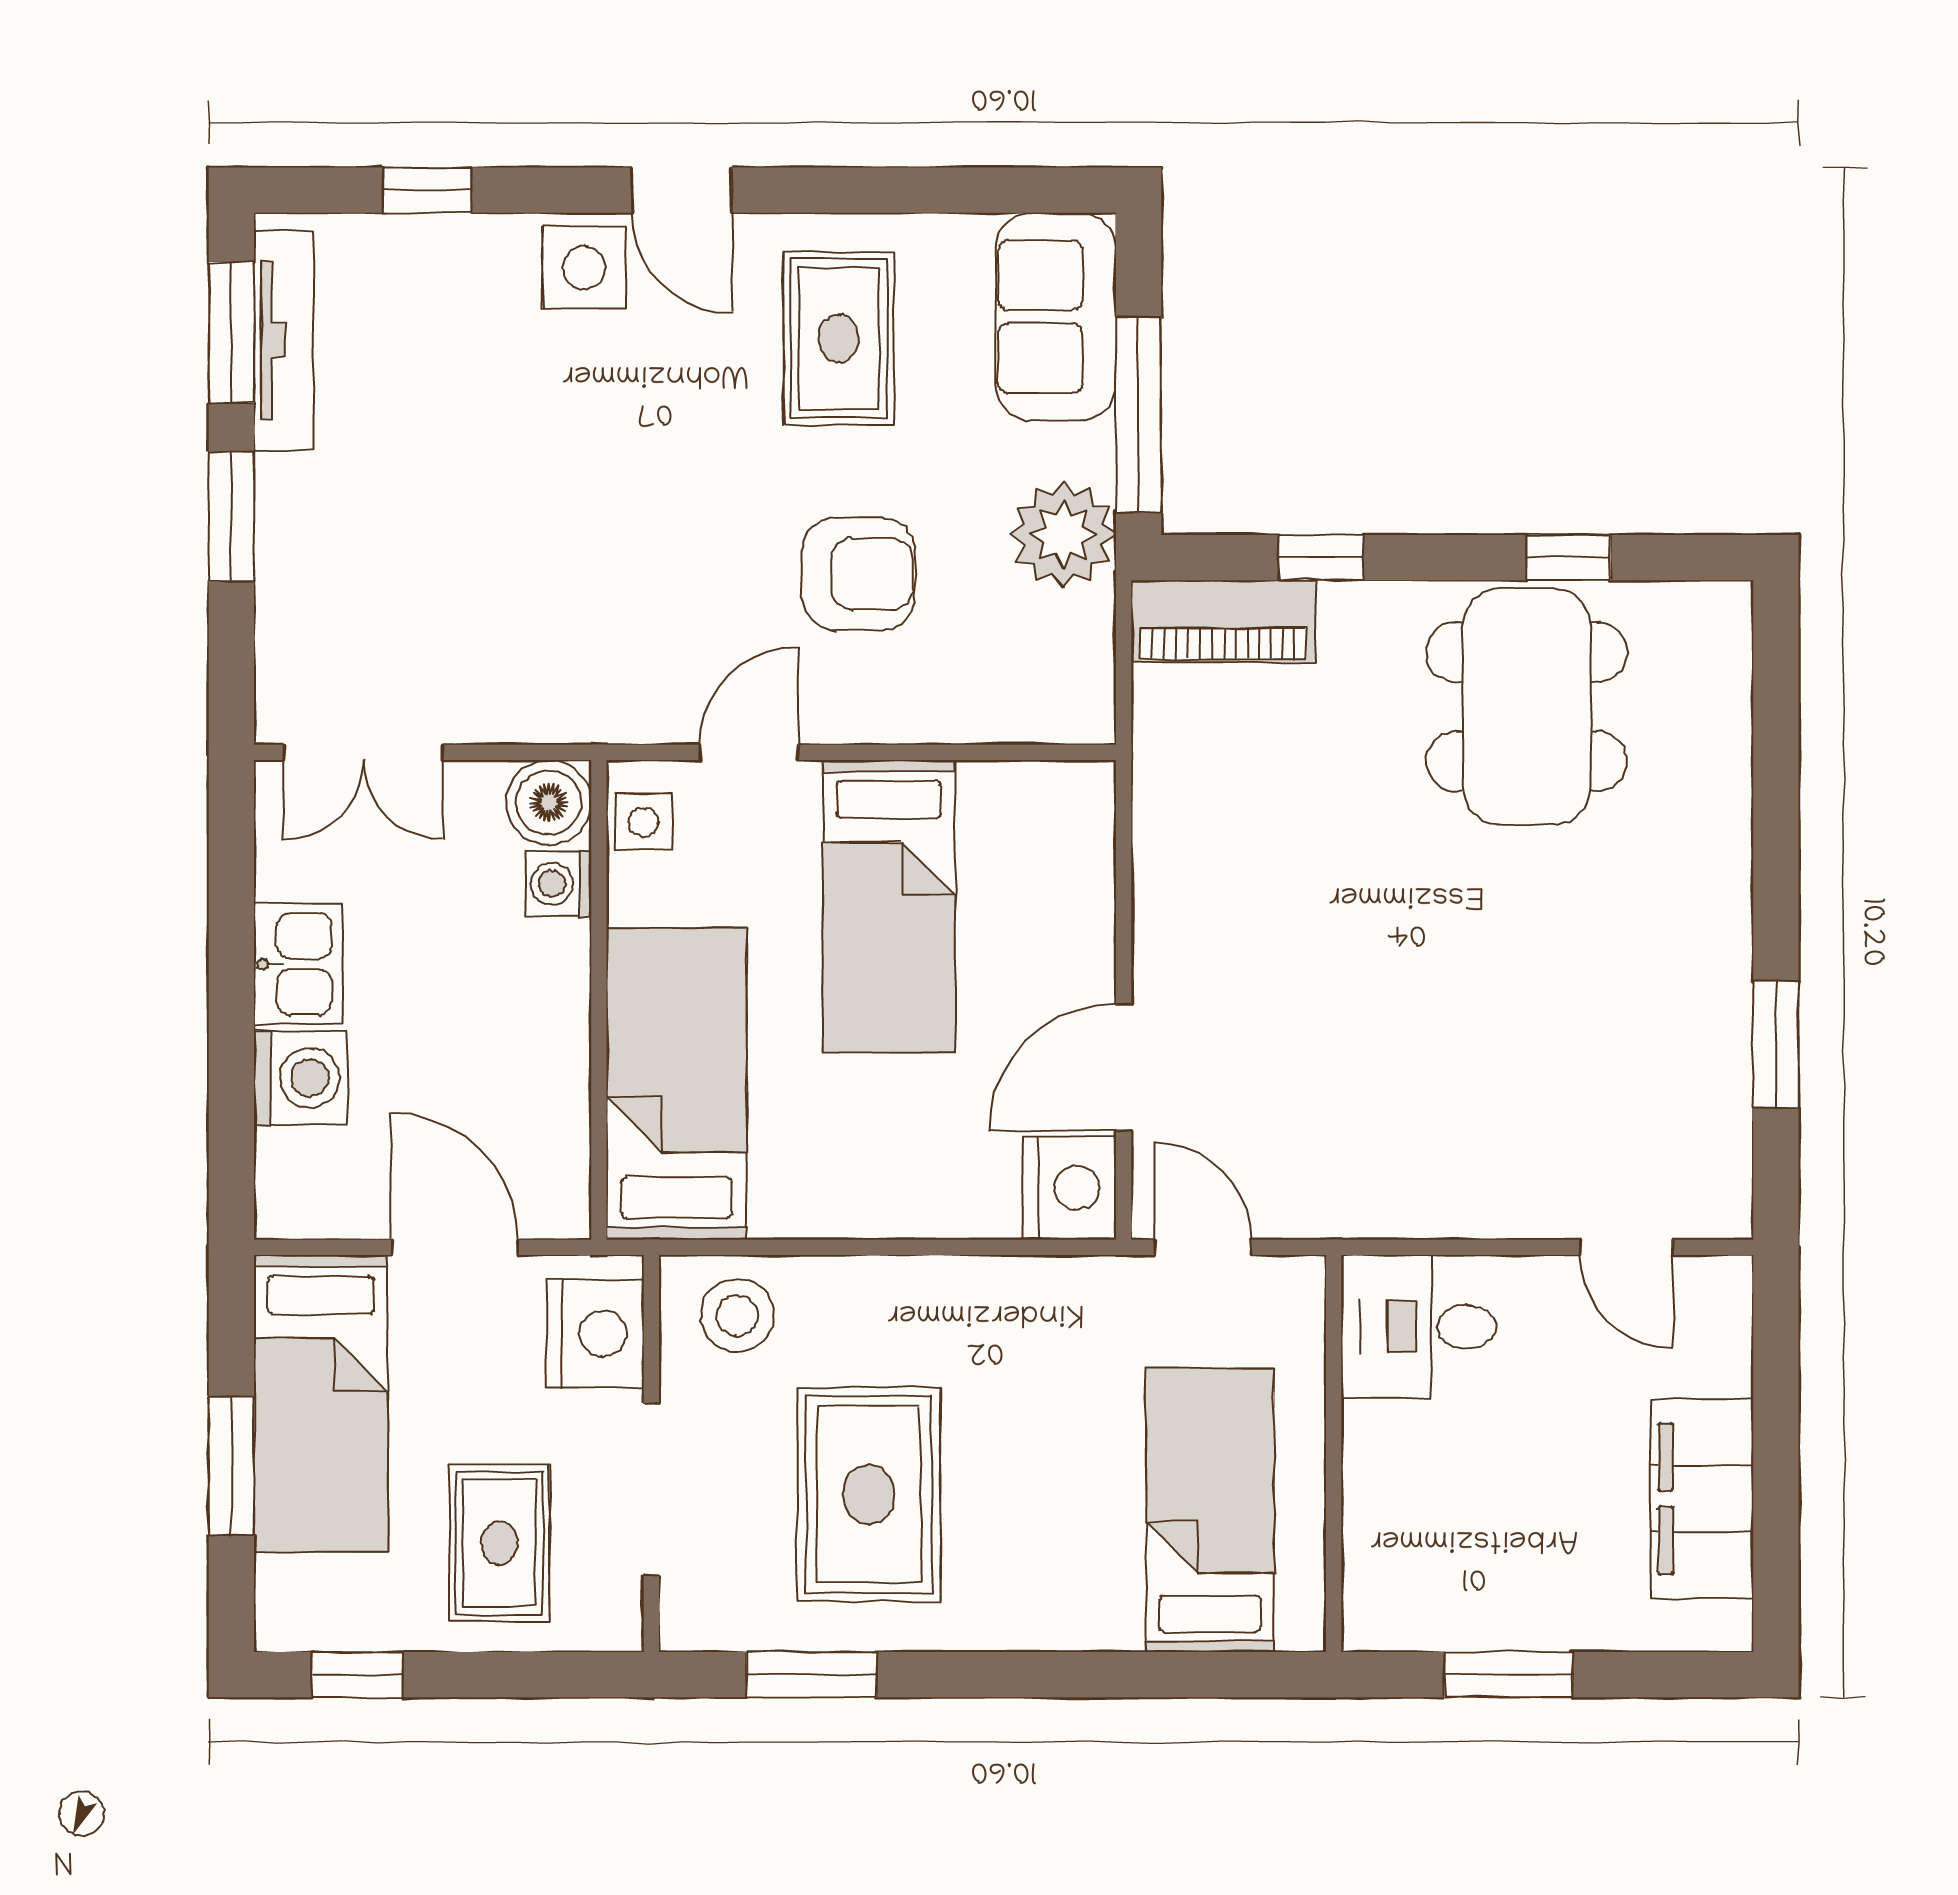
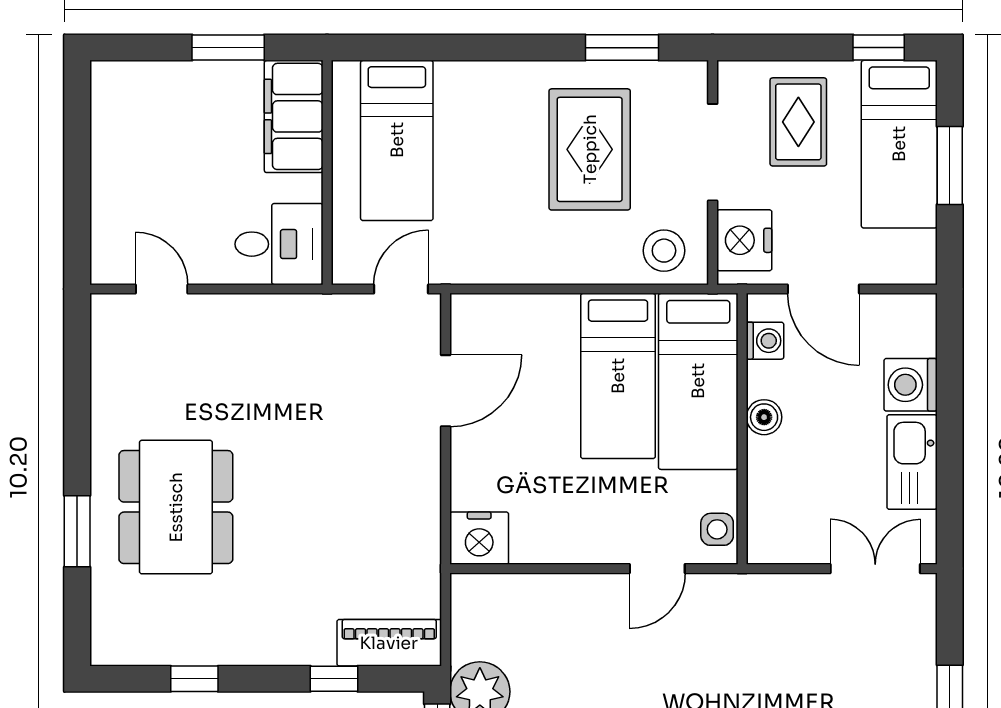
armchair: (859, 574) -> (595, 670), removed
dining table: (1527, 707) -> (176, 507), moved
boiler: (549, 802) -> (764, 417), moved, width x0.73, depth x0.73
washing machine: (558, 884) -> (765, 341), moved
bed: (889, 906) -> (618, 376), moved, turned 180
kitchen sink: (298, 964) -> (912, 462), width x1.38
window: (1776, 1045) -> (77, 531), moved
nightstand: (1070, 1188) -> (479, 538), moved, turned -90
door: (1203, 1247) -> (401, 289), swing flipped
bed: (321, 1403) -> (899, 144), moved, turned 180
filing cabinet: (1702, 1499) -> (294, 116), moved, turned 180

